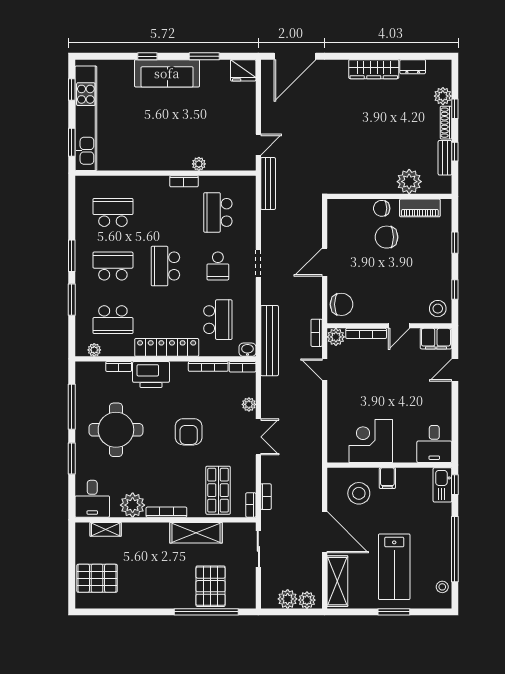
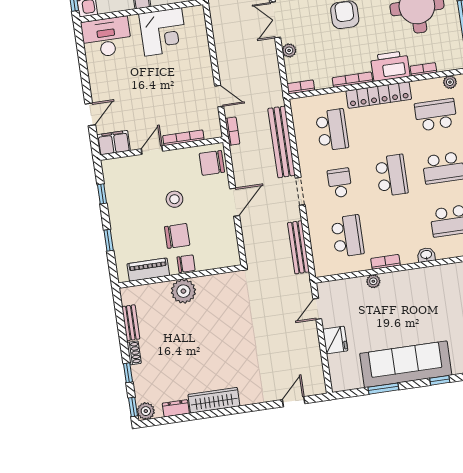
door: (295, 56) -> (294, 402), width x0.53
fridge: (243, 70) -> (335, 340), moved, turned 90
sofa: (167, 73) -> (406, 364), width x1.36, depth x1.27
plant: (443, 96) -> (146, 411), moved
shoe rack: (446, 123) -> (134, 353), width x0.70
window: (455, 152) -> (133, 407), moved
plant: (409, 182) -> (183, 291), moved
bench: (268, 183) -> (298, 247), moved
stool: (438, 309) -> (174, 199), moved
school desk: (218, 320) -> (332, 130), turned 180
plant: (336, 337) -> (213, 130), removed
bench: (270, 341) -> (282, 142), moved
washbasin: (247, 350) -> (426, 255), moved, turned 180
bookcase: (208, 366) -> (352, 80), moved
desk: (434, 444) -> (106, 37), width x1.37

